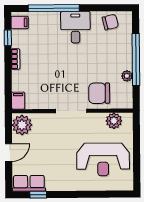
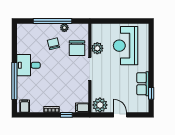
chair: (110, 22) -> (53, 44), moved
window: (8, 38) -> (66, 115), moved
plant: (114, 121) -> (97, 48), moved
reception desk: (103, 159) -> (126, 46), turned 180
row of seats: (29, 183) -> (143, 84), moved

